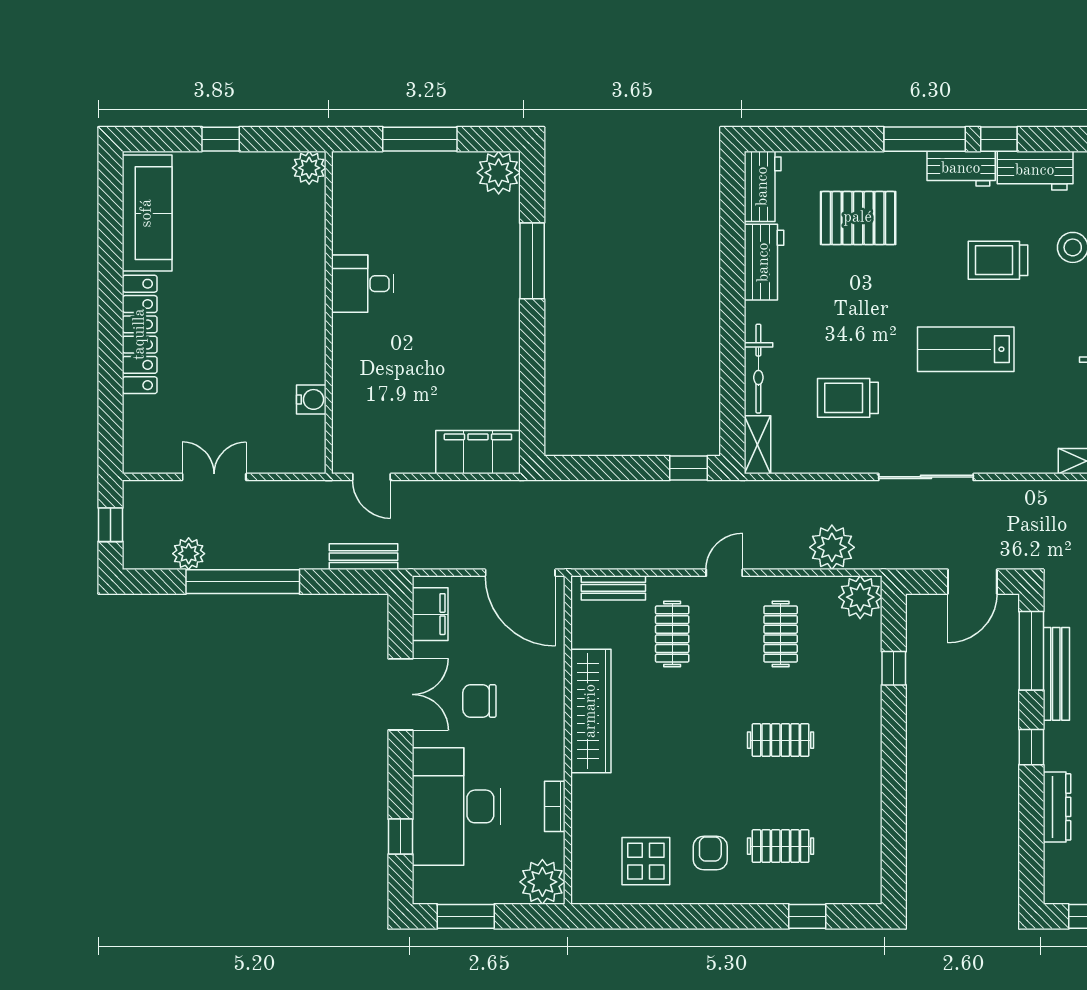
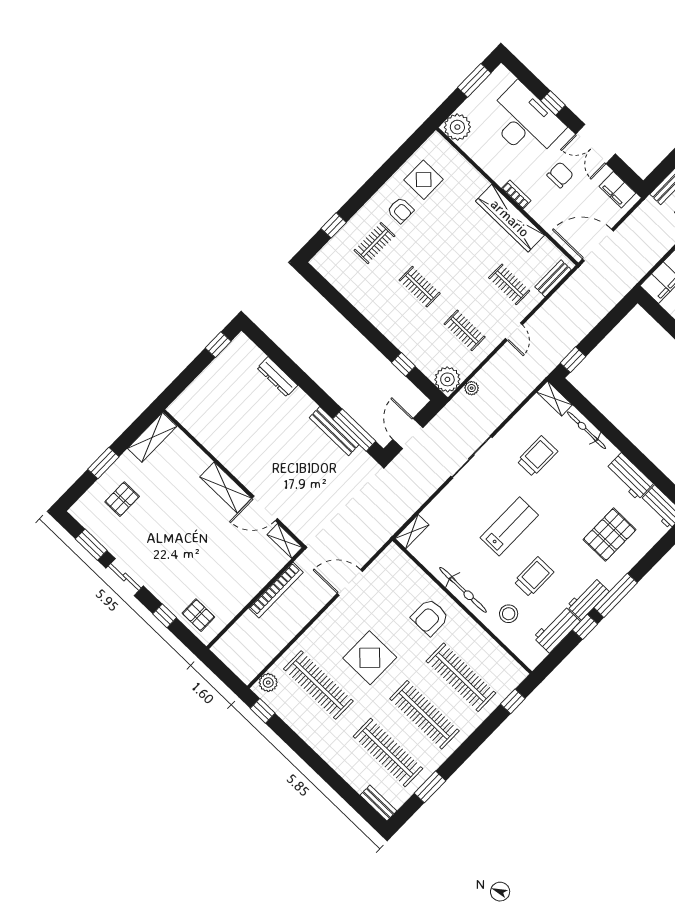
plant: (832, 547) -> (472, 388), width x0.53, depth x0.53
clothes rail: (781, 740) -> (420, 287), turned 90
window: (1031, 747) -> (313, 390), removed
bookcase: (555, 806) -> (516, 194), moved
window: (401, 837) -> (553, 103), moved

